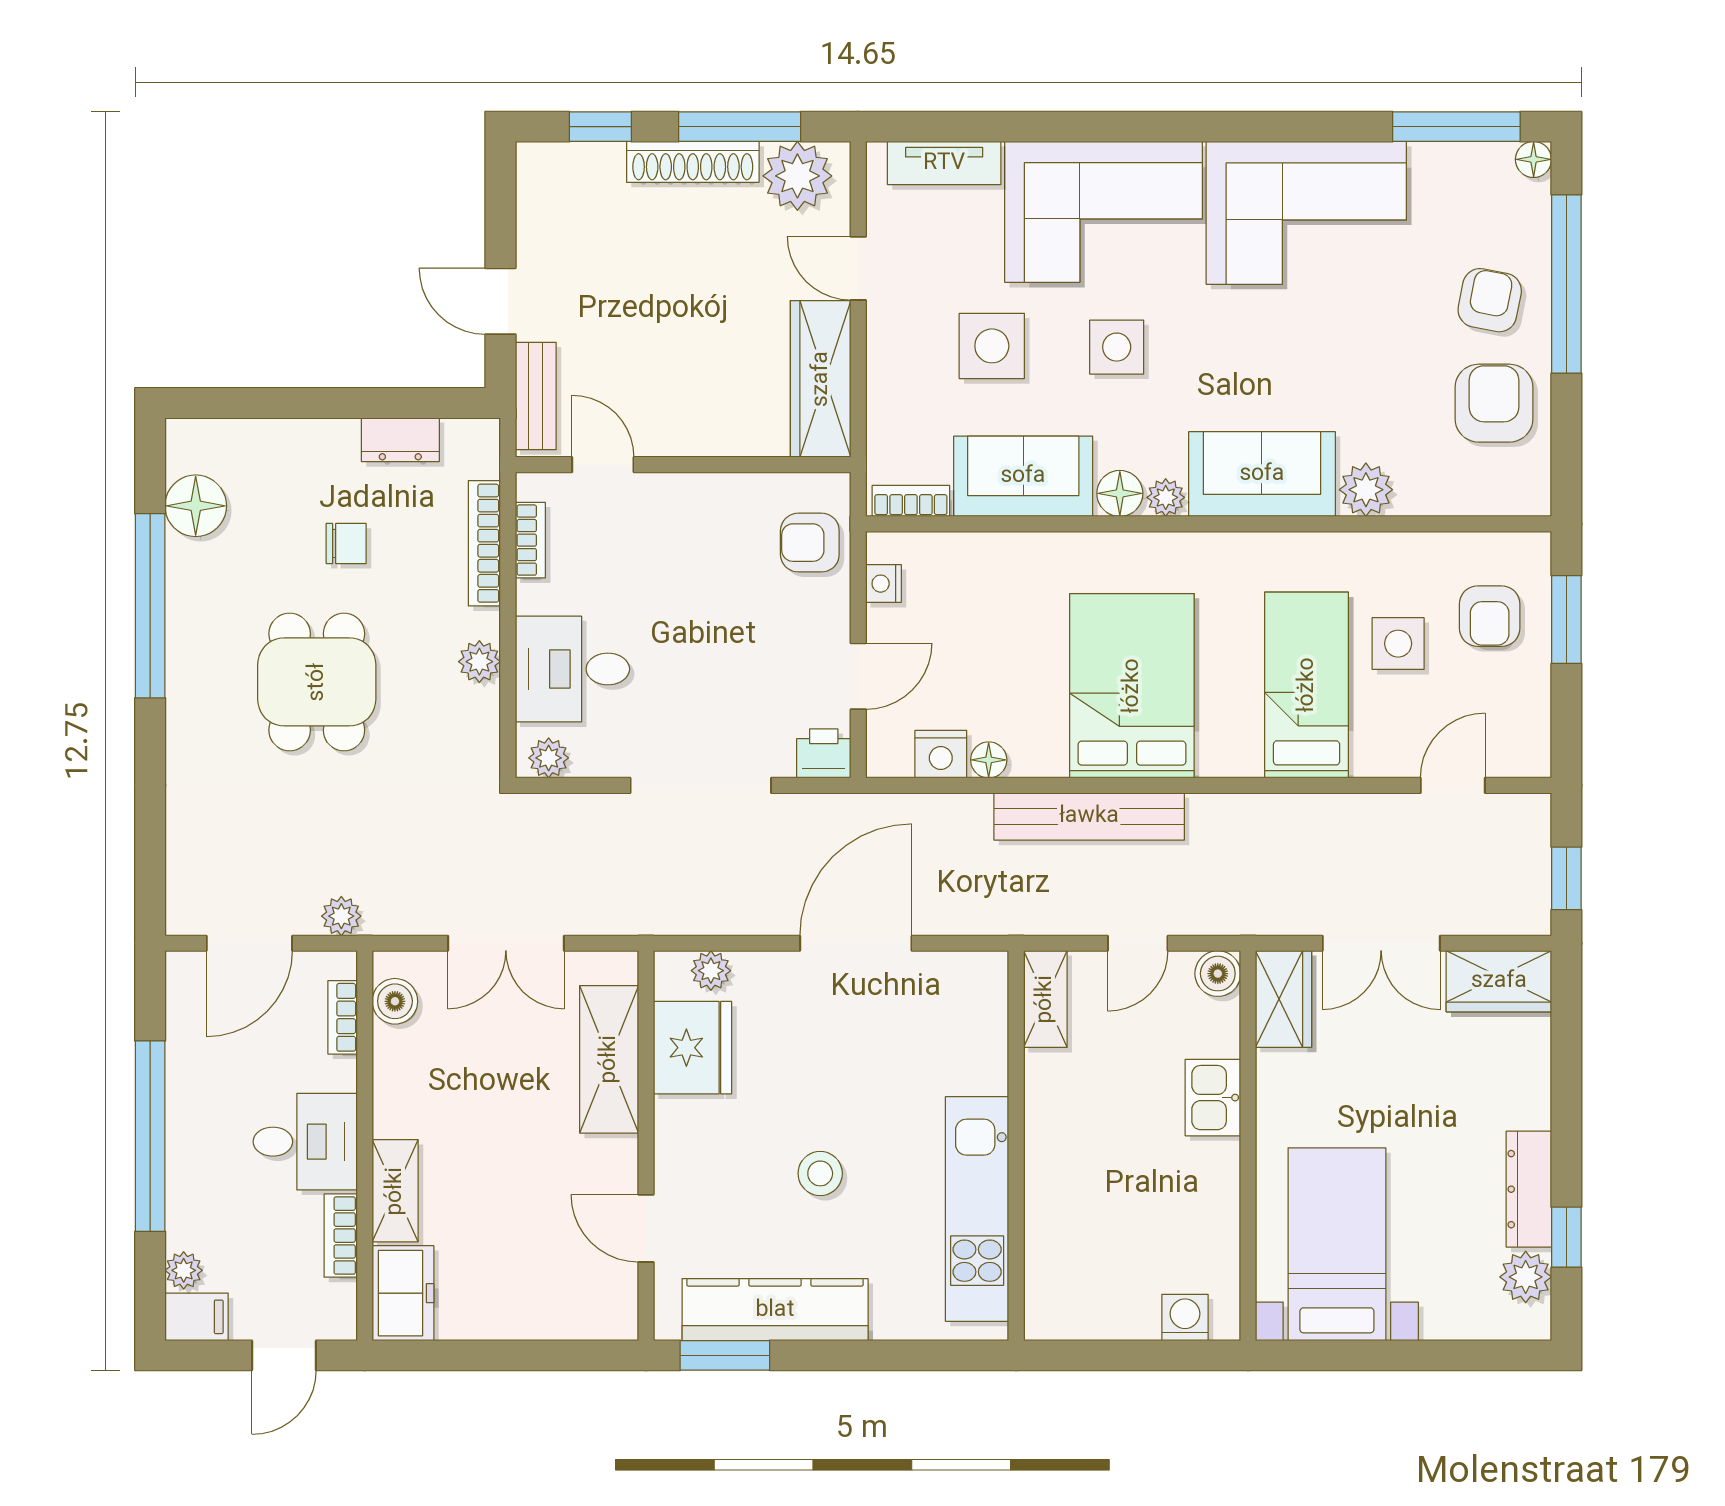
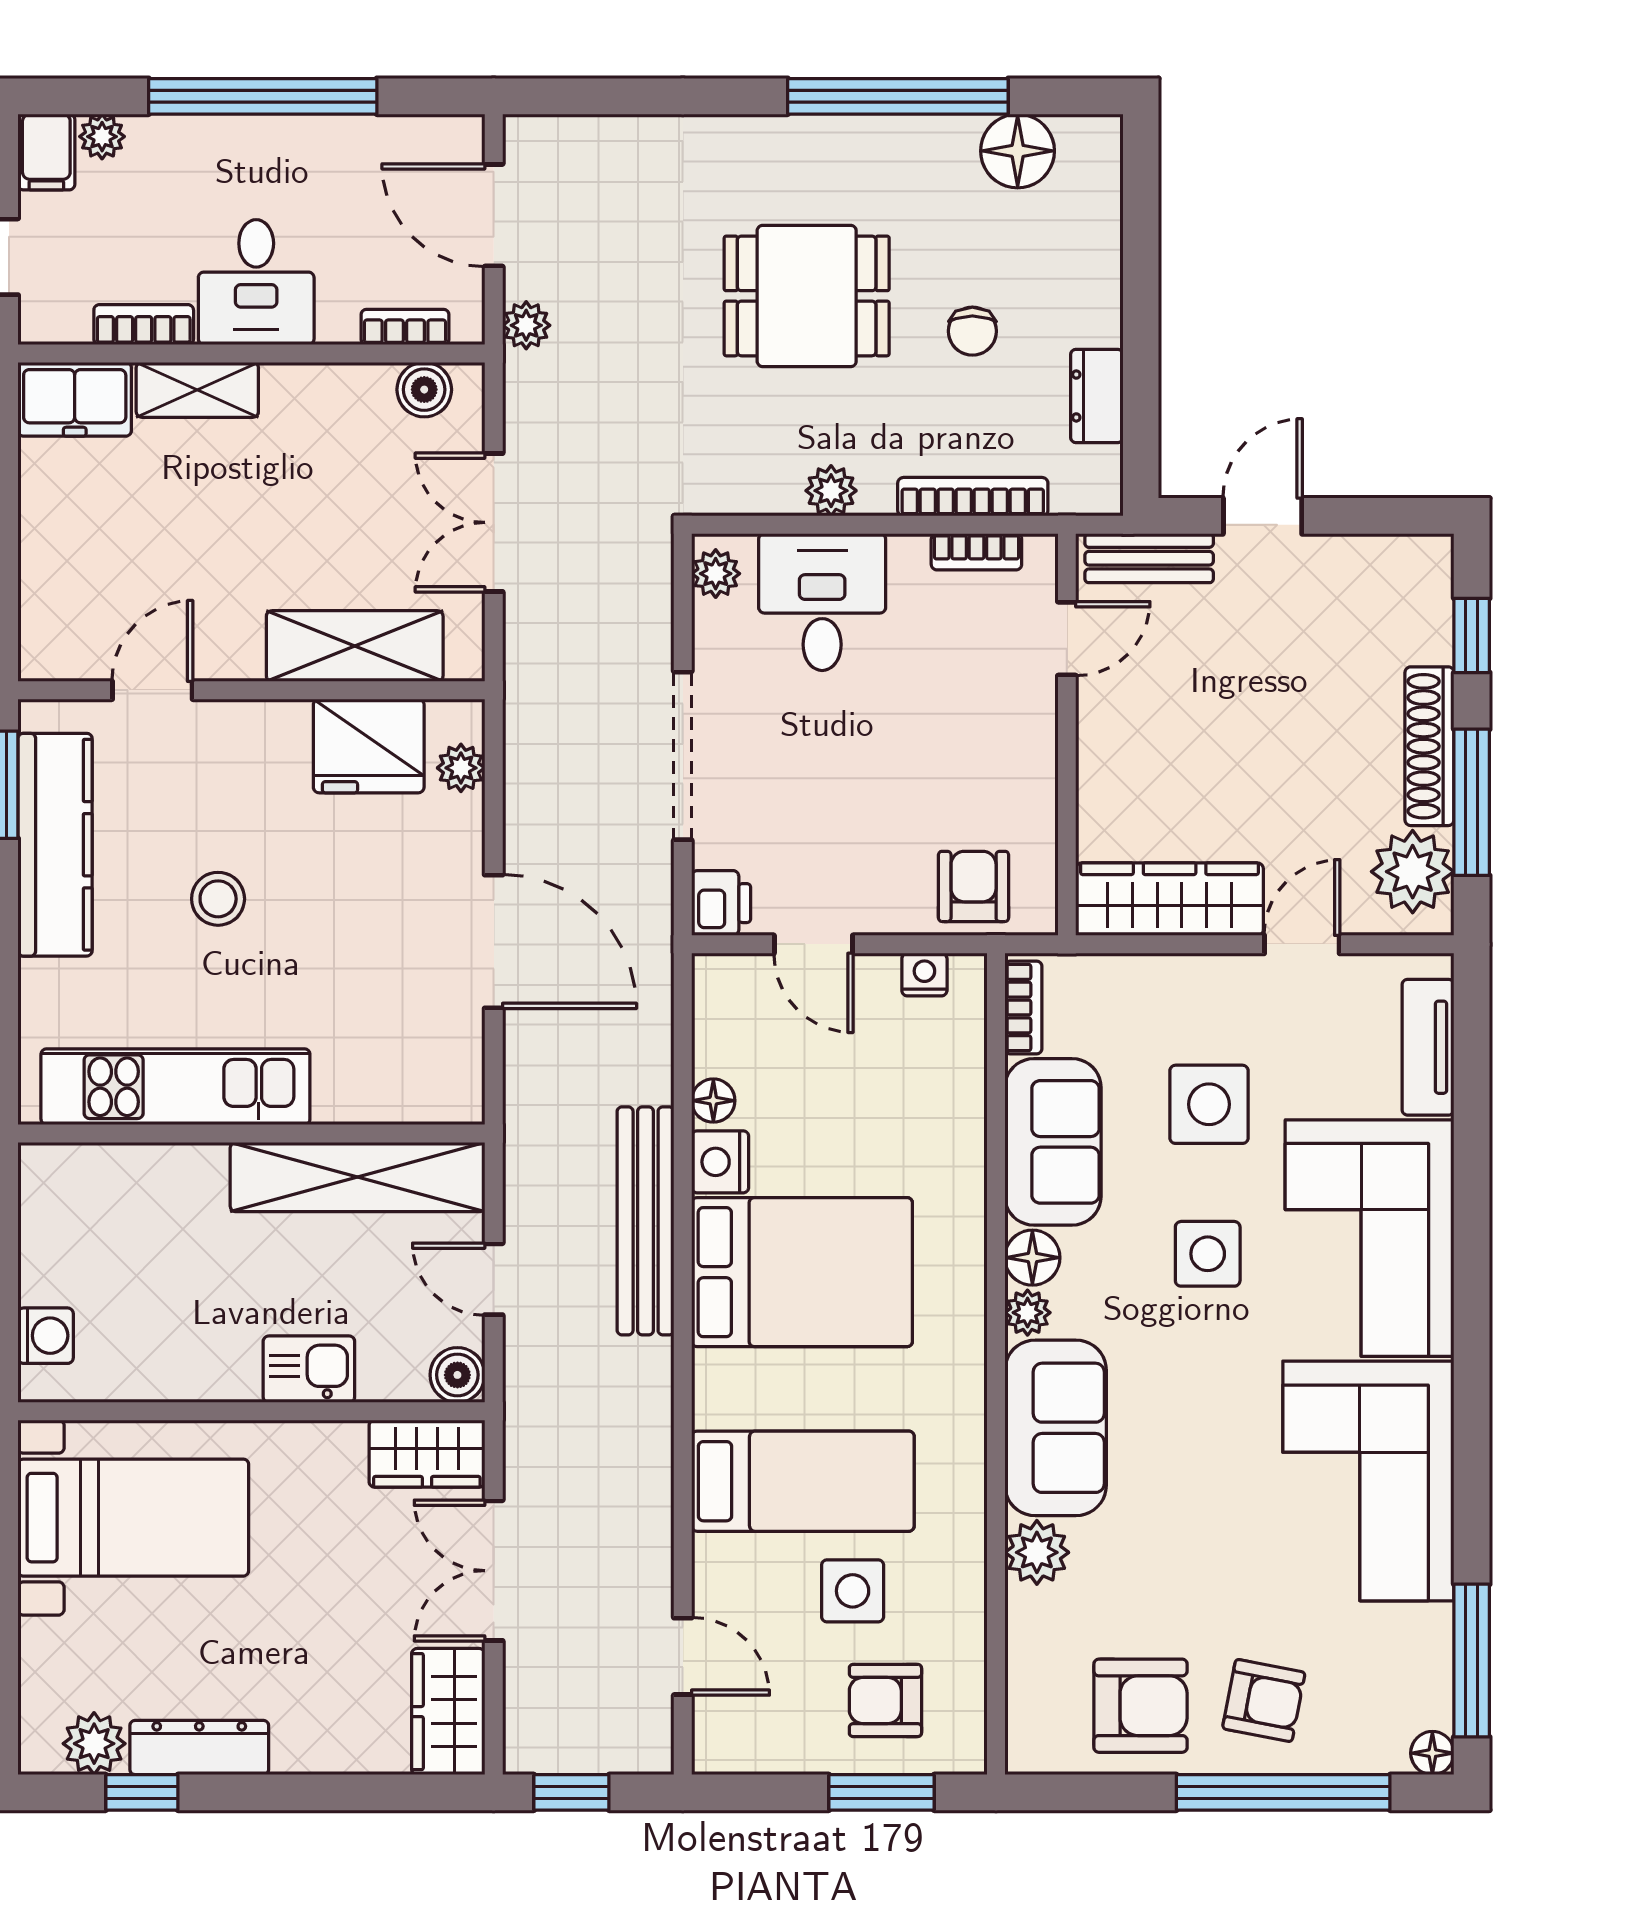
nightstand: (941, 754) -> (720, 1162), moved
shelving: (1045, 999) -> (358, 1177), width x2.20, depth x1.33

